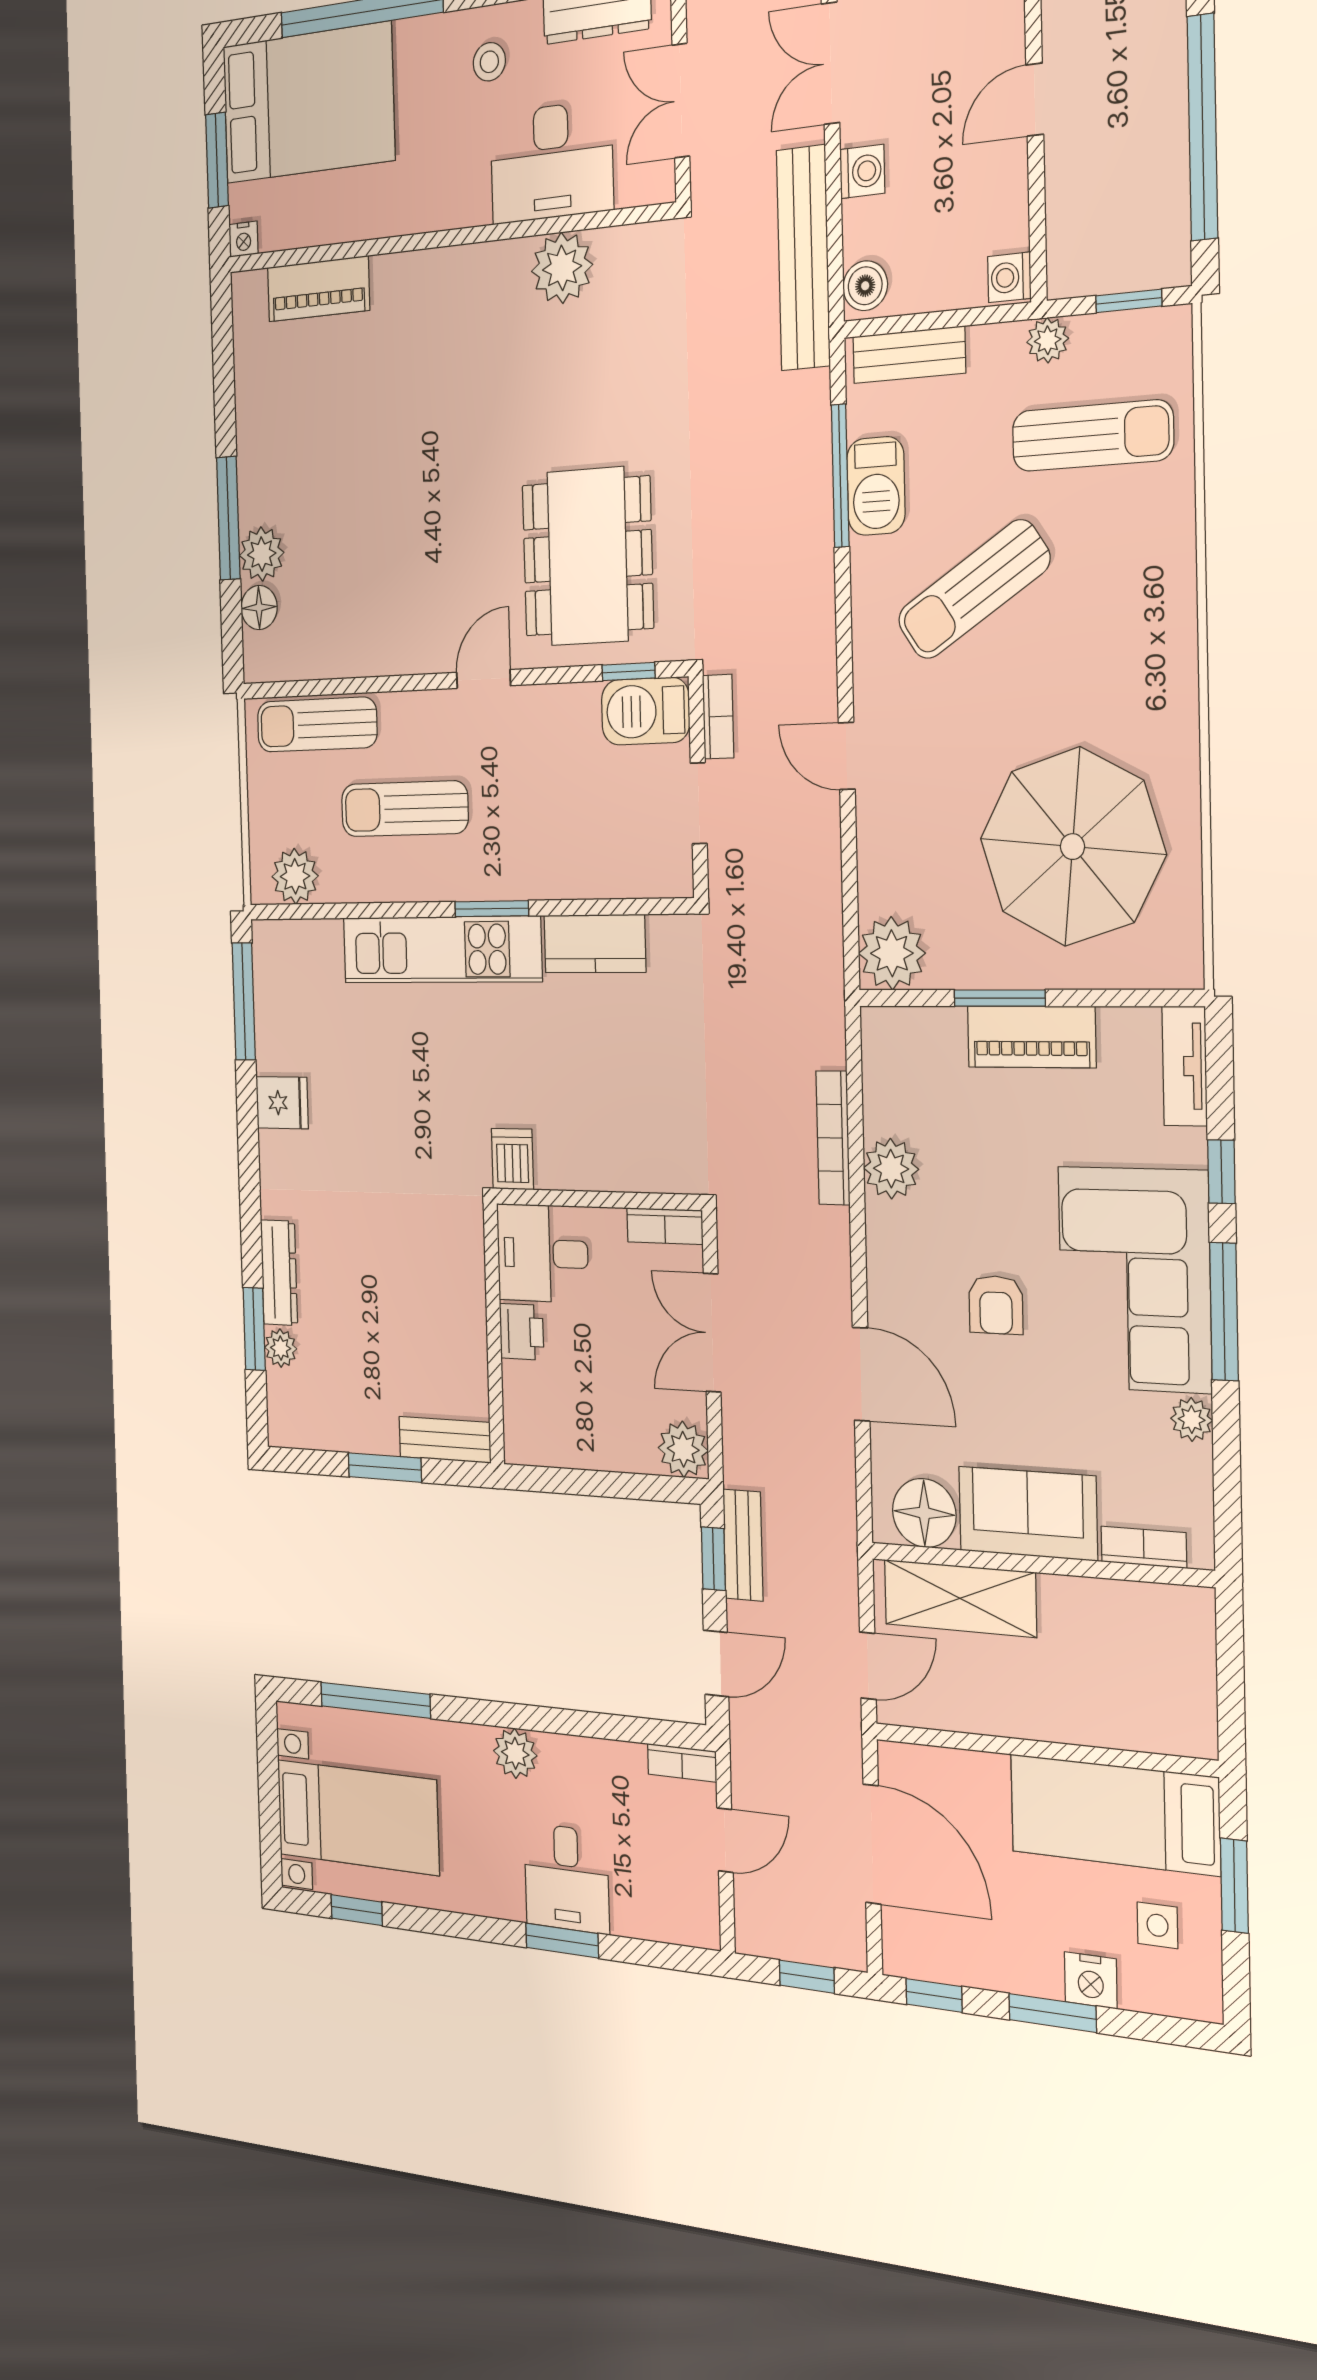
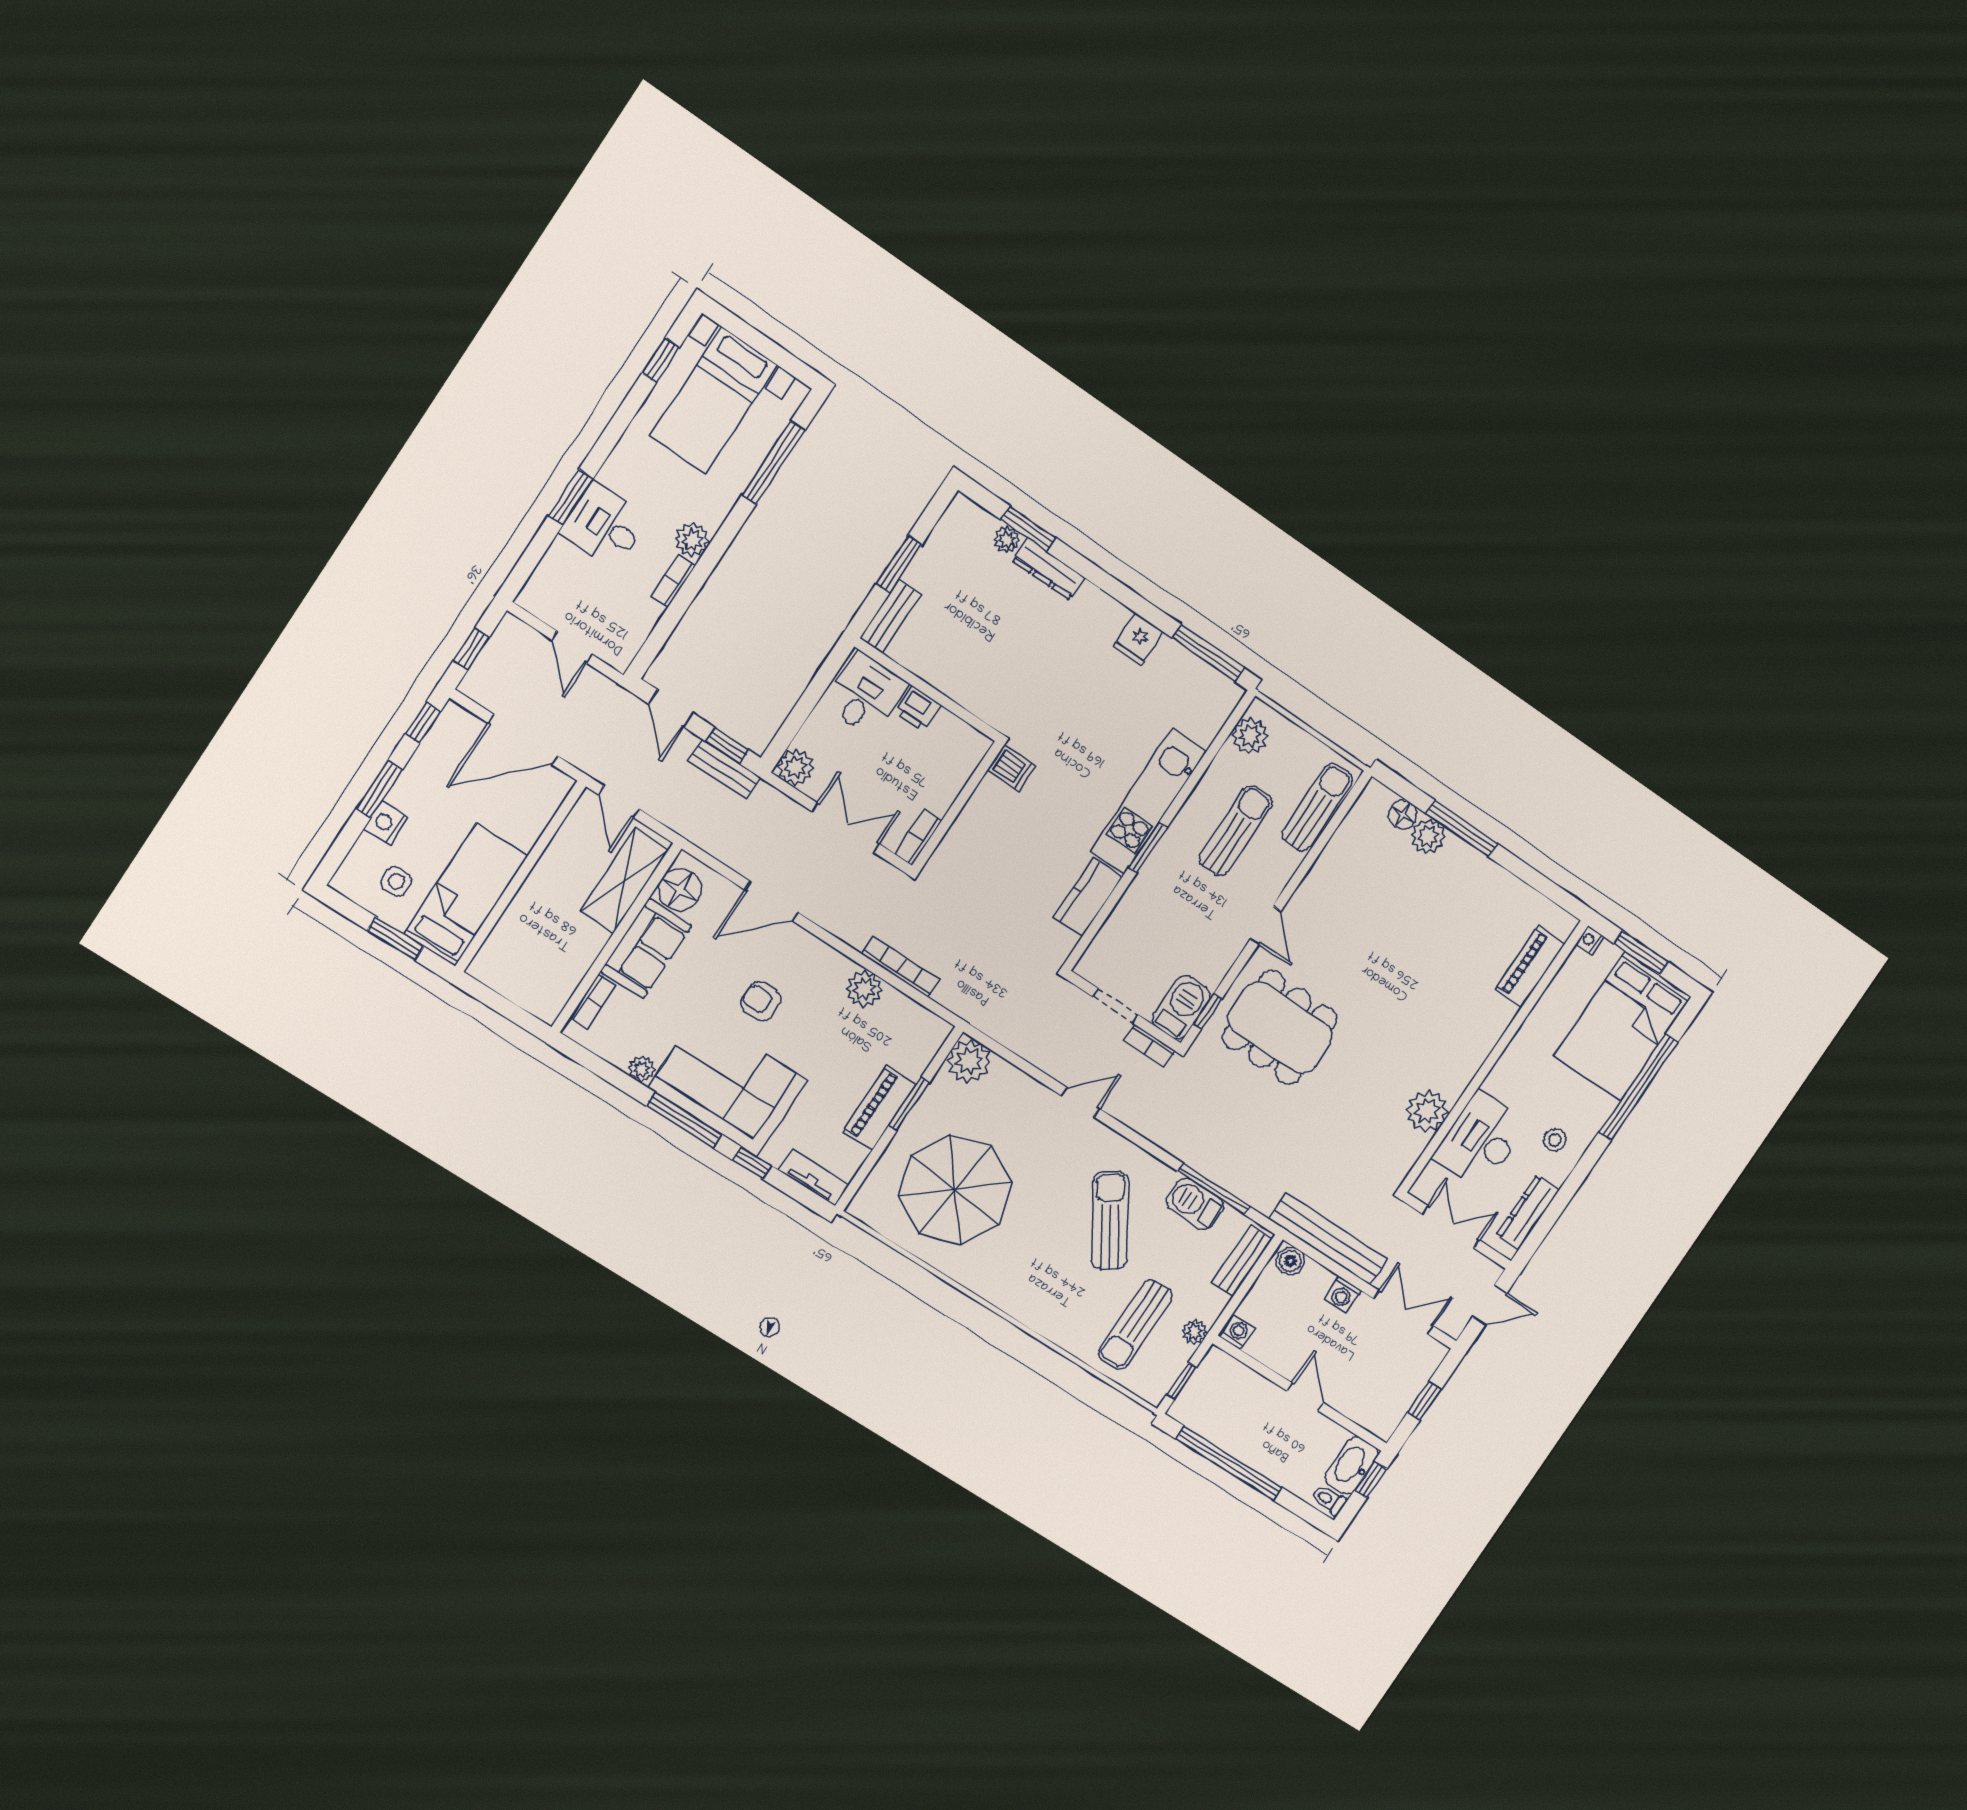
desk: (542, 1253) -> (866, 694), moved
bookcase: (682, 1763) -> (673, 581), moved

